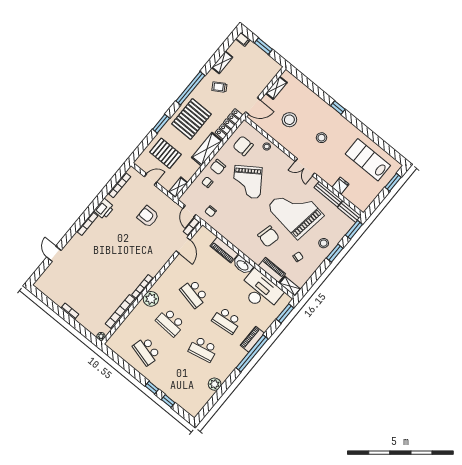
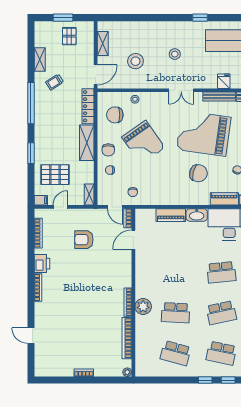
filing cabinet: (243, 39) -> (41, 200), moved
window: (338, 108) -> (200, 18), moved
pallet: (192, 119) -> (69, 36), moved, width x0.49, depth x0.50
door: (183, 245) -> (133, 240), swing flipped
school desk: (194, 294) -> (221, 353), moved

